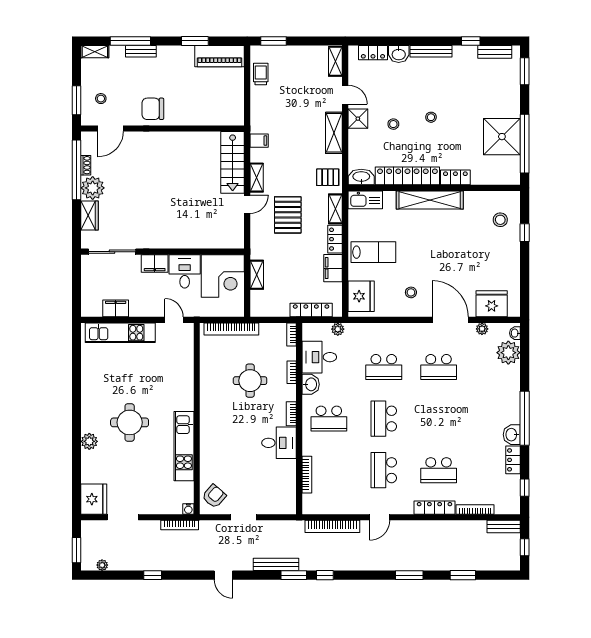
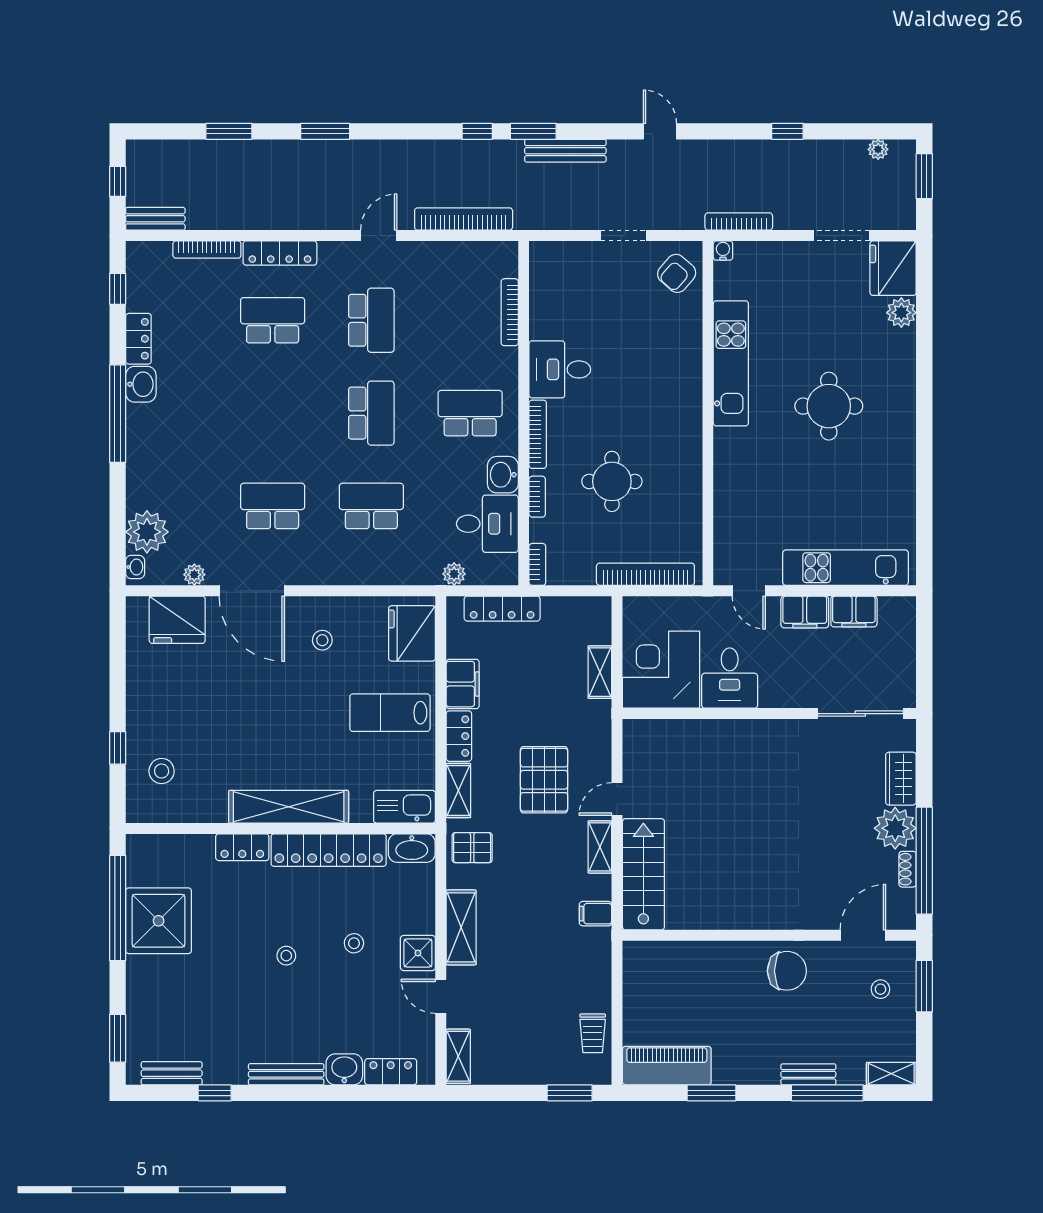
filing cabinet: (155, 263) -> (805, 612), moved, turned 180
bookcase: (291, 414) -> (538, 434), width x1.56
plant: (89, 441) -> (901, 313), moved

